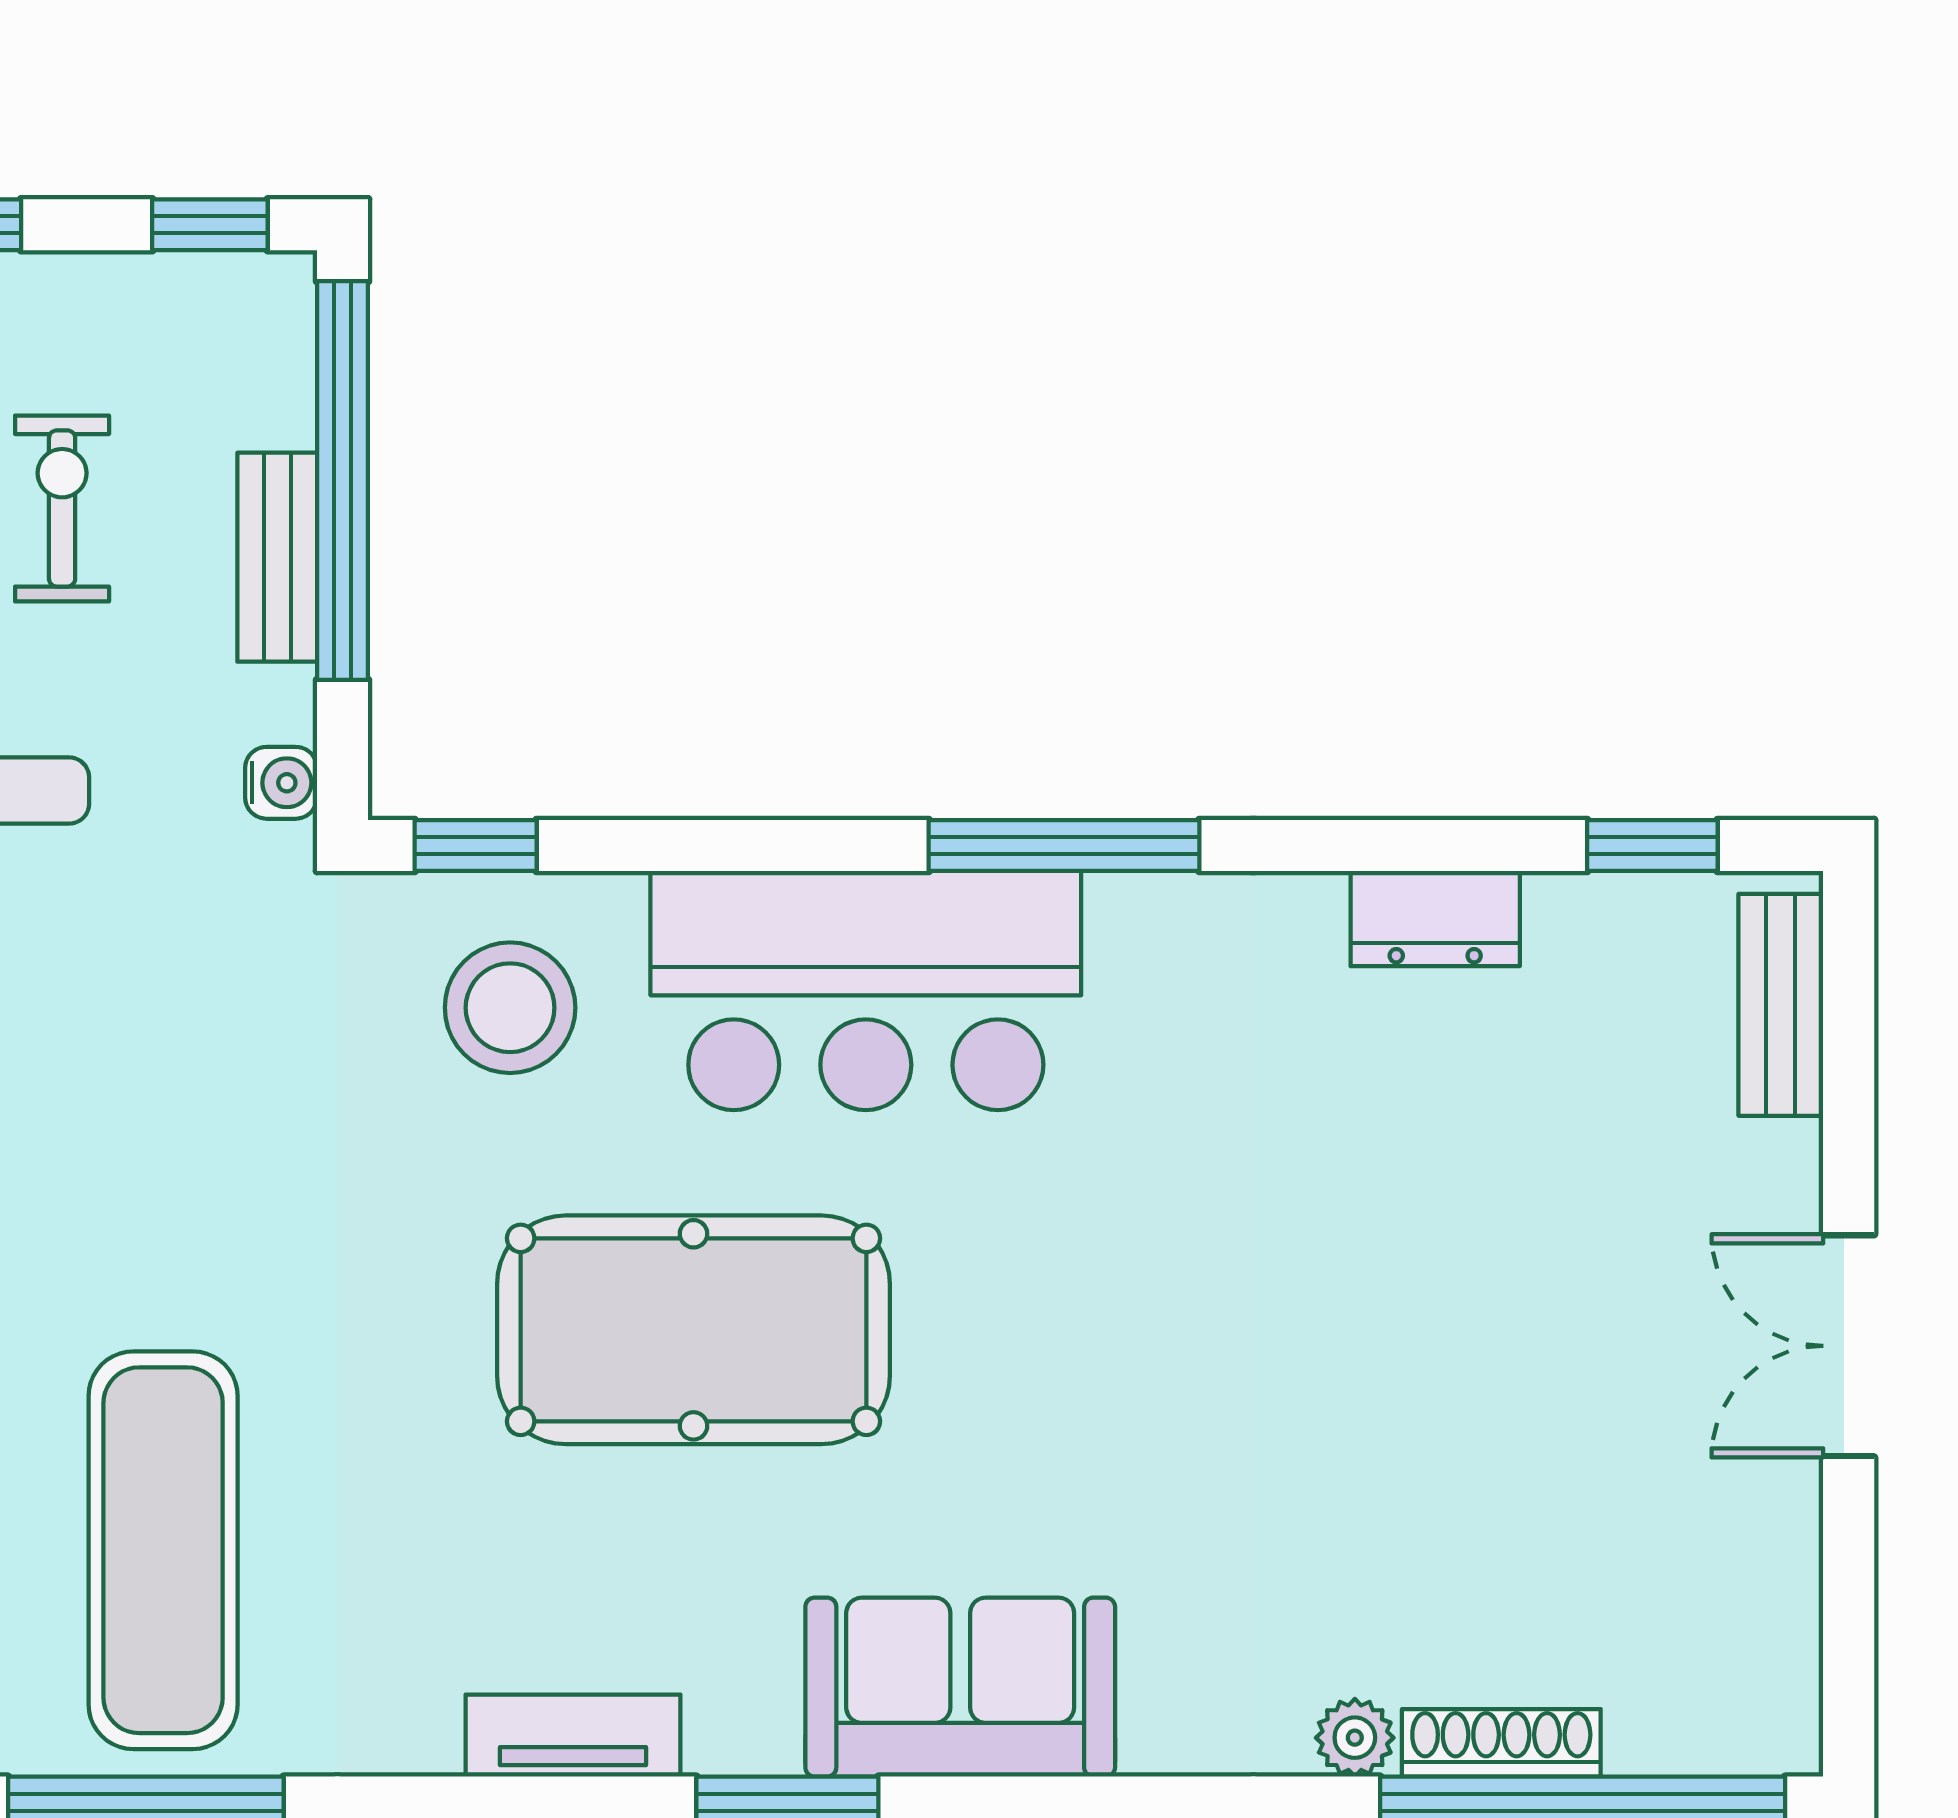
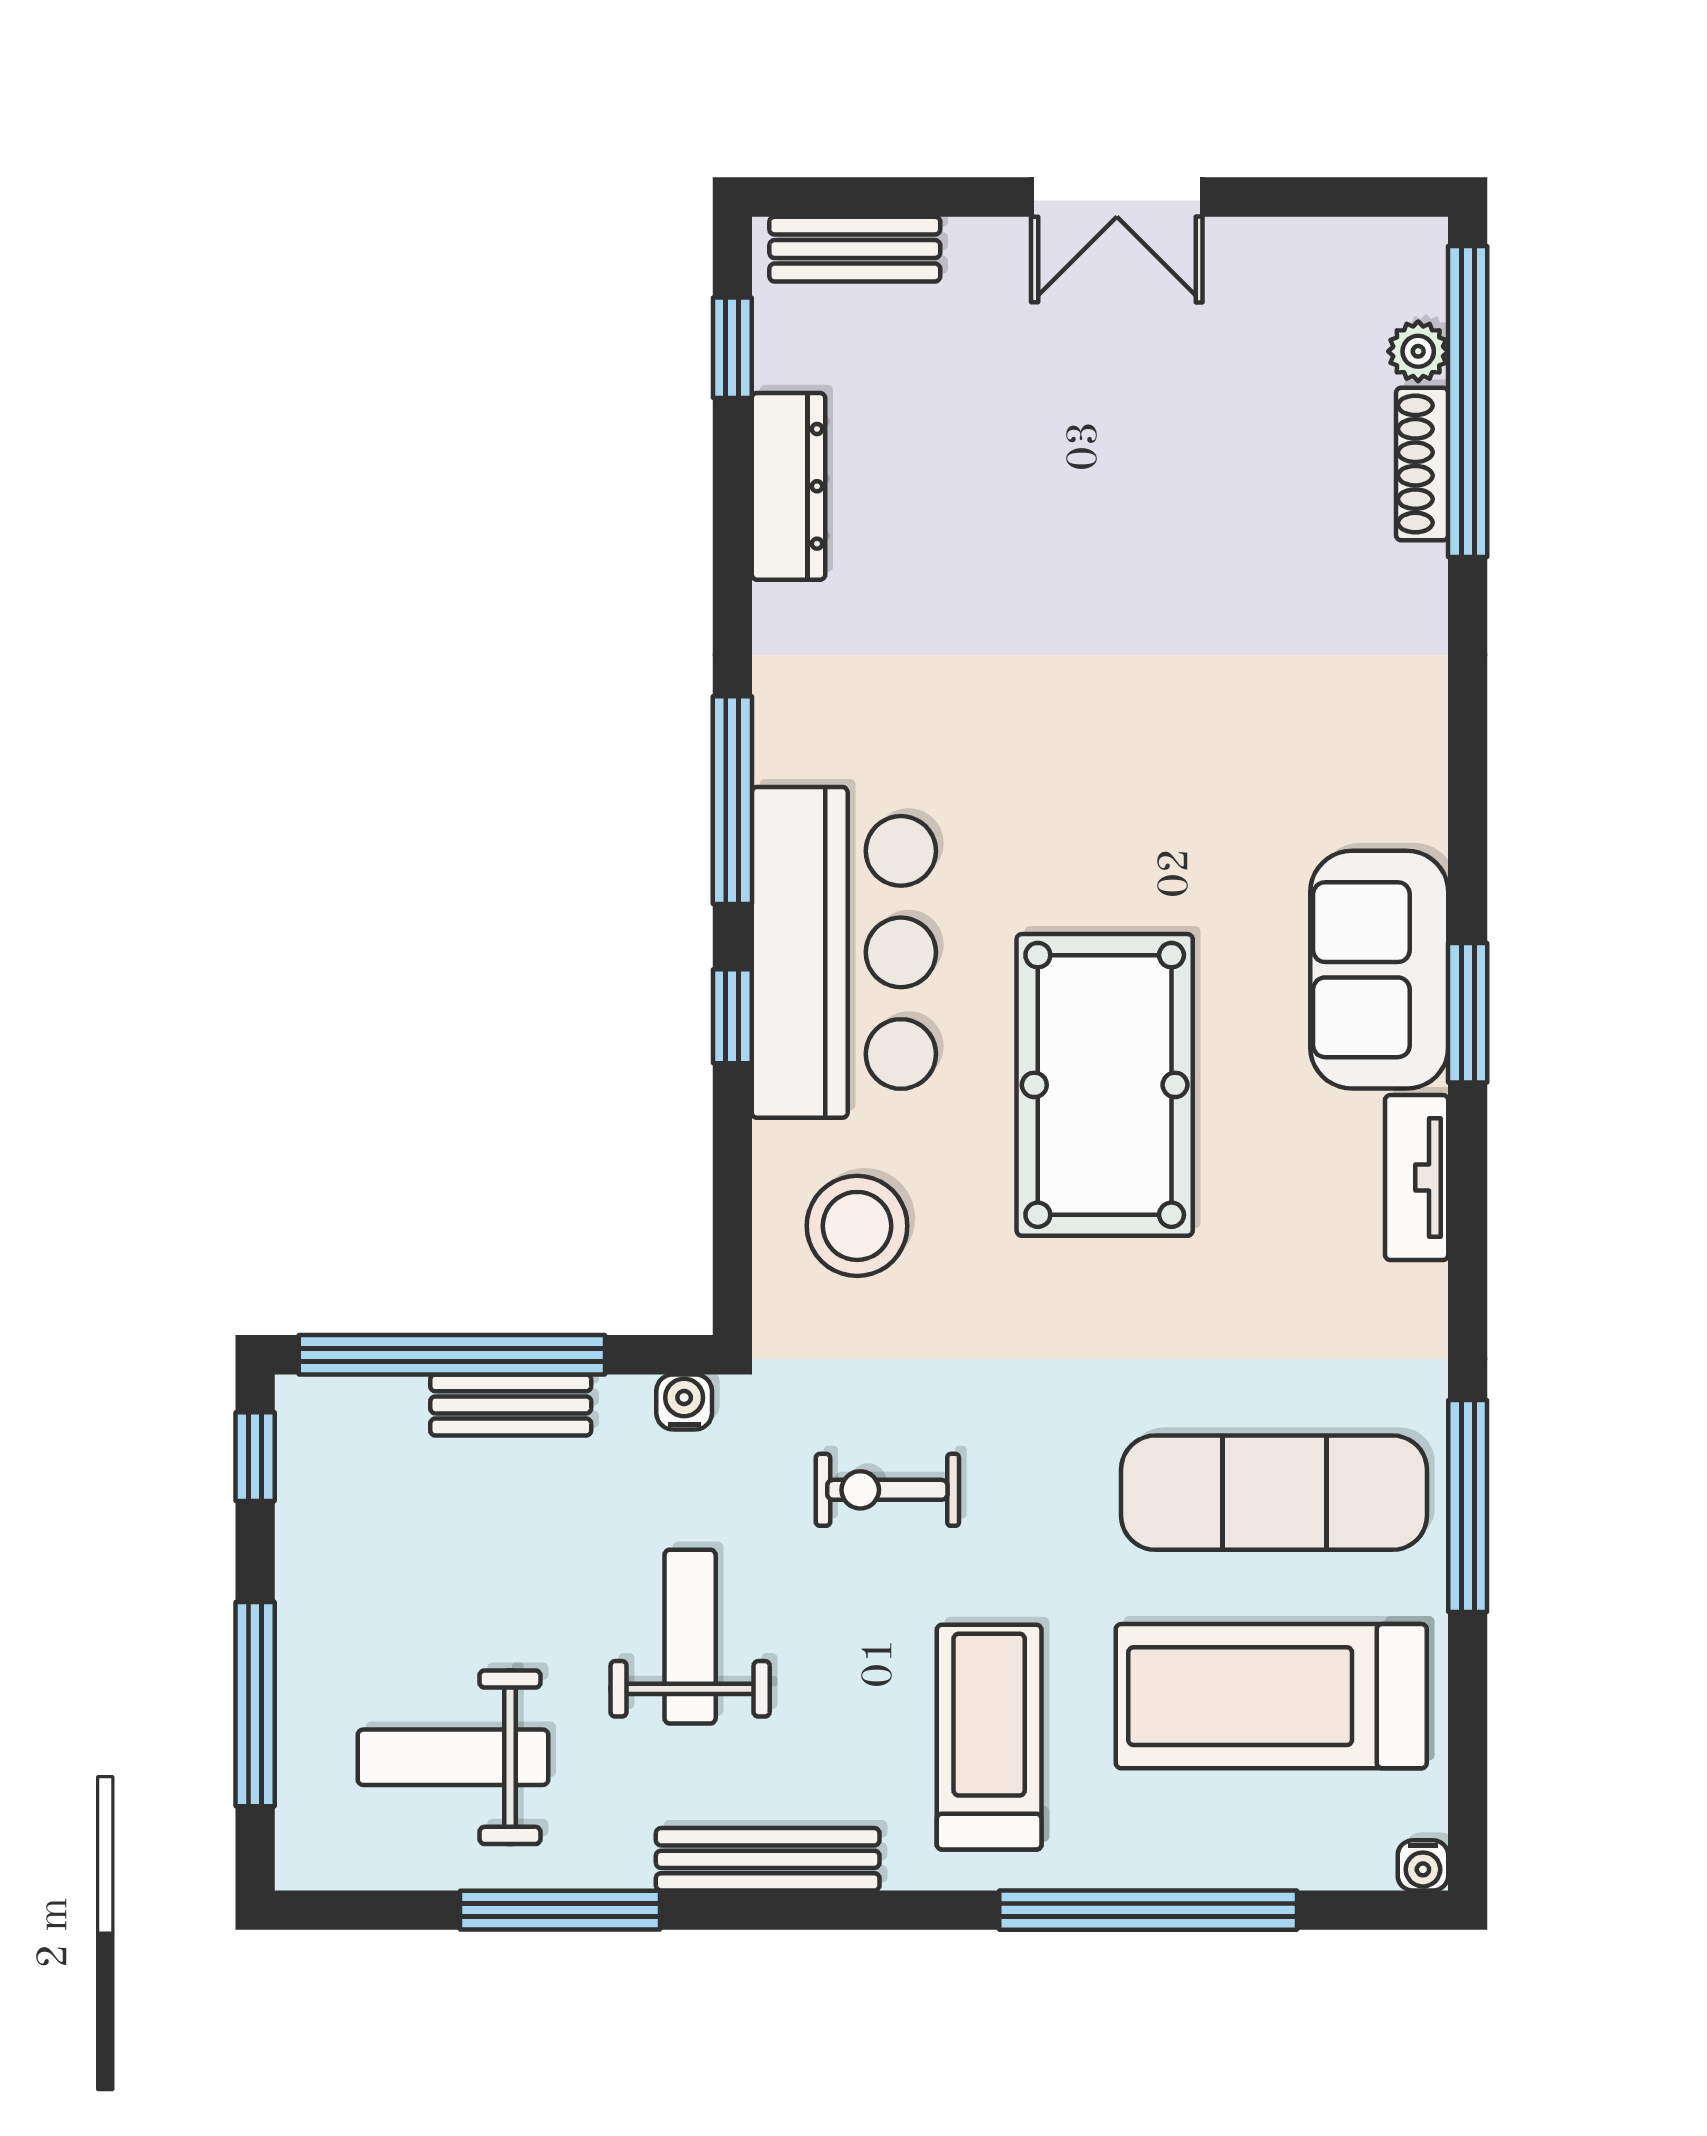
exercise bike: (62, 508) -> (887, 1490), moved
window: (476, 845) -> (732, 1016), moved
dresser: (1435, 919) -> (788, 486), width x1.44
sofa: (960, 1687) -> (1379, 970), moved
plant: (1355, 1738) -> (1418, 351), moved

